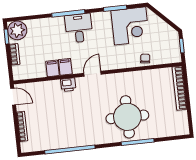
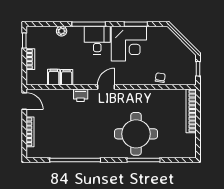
corner desk: (130, 26) -> (129, 44), moved
plant: (17, 30) -> (62, 31), moved, width x0.53, depth x0.53
filing cabinet: (65, 67) -> (54, 77), moved

